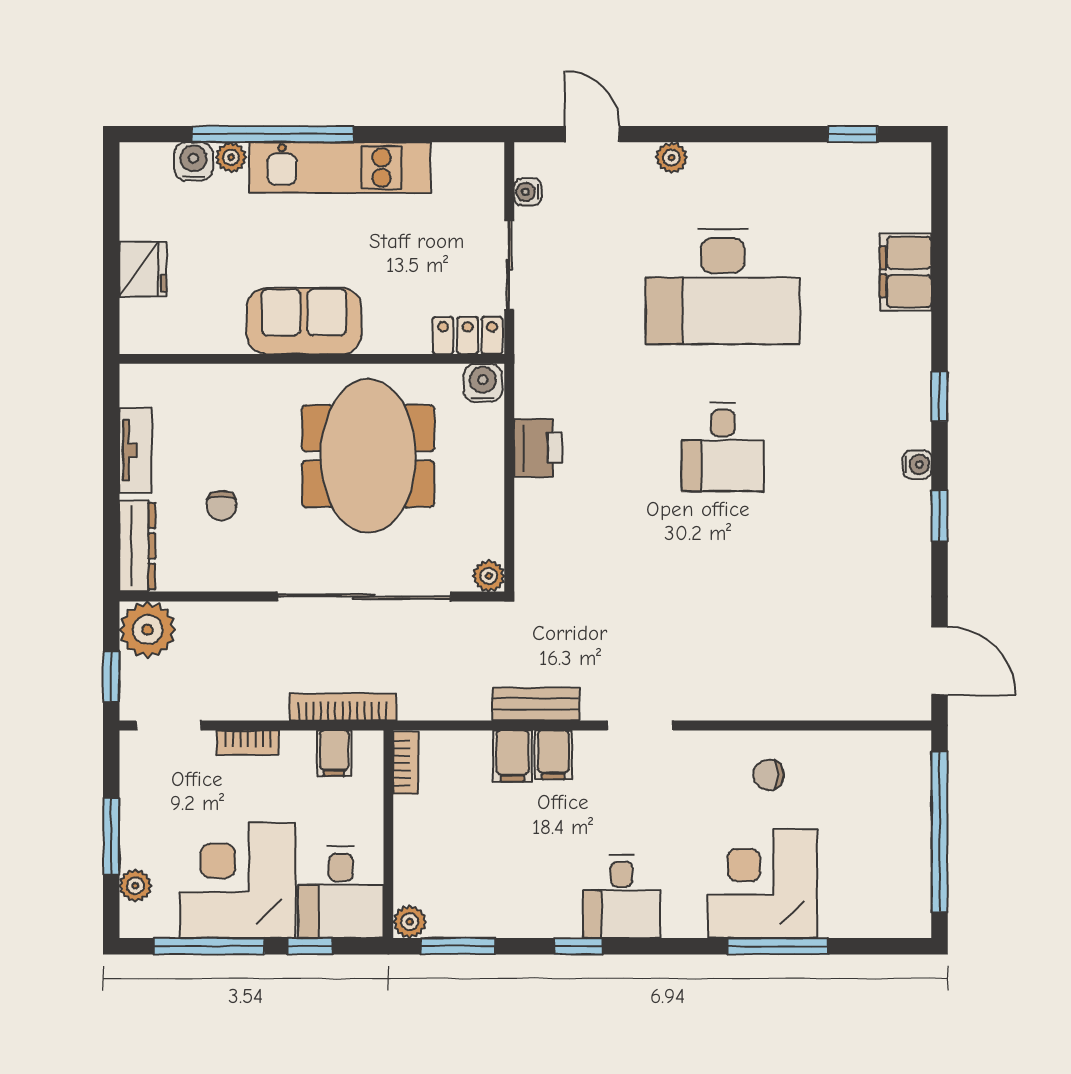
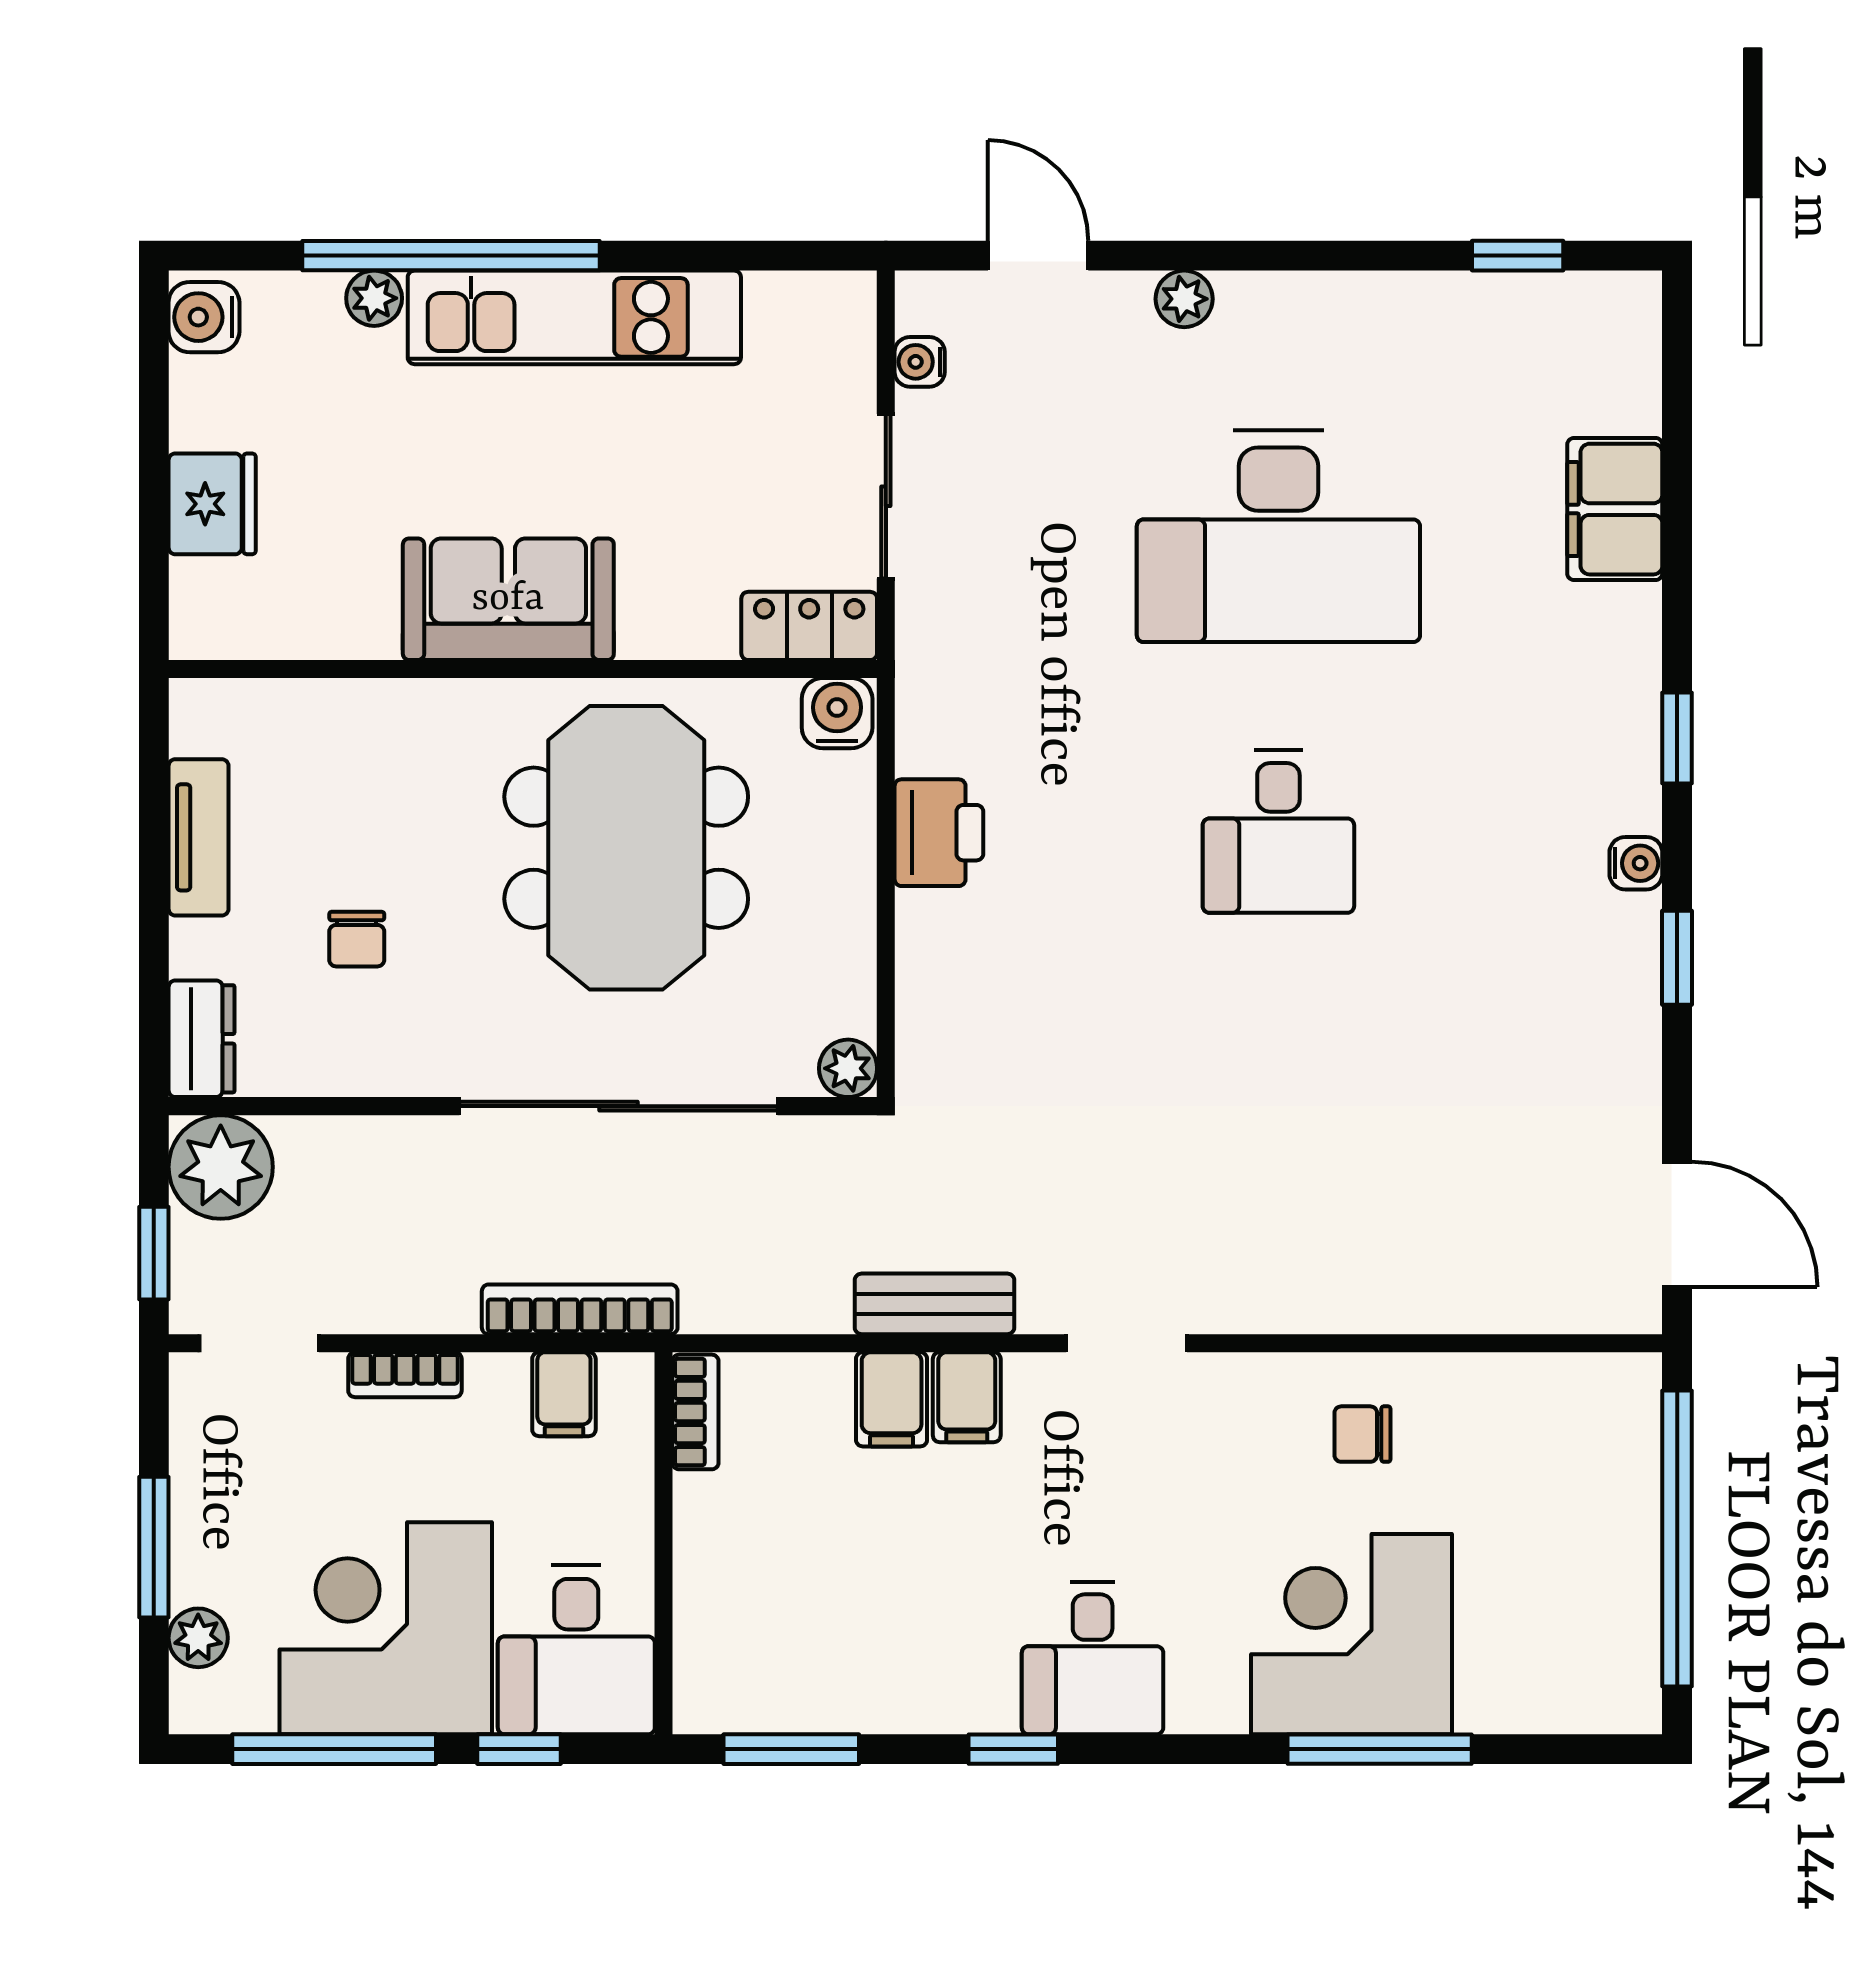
water cooler: (193, 161) -> (204, 317), moved, turned -90
dresser: (137, 546) -> (202, 1039), width x0.70
plant: (410, 922) -> (703, 1704), removed

